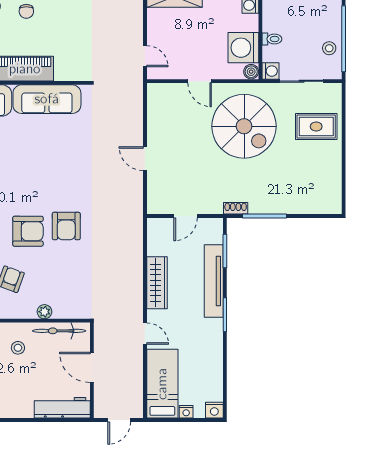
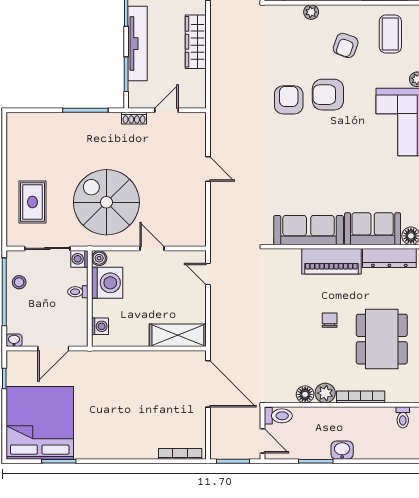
rug: (316, 126) -> (32, 202), turned 90
shoe rack: (236, 208) -> (134, 118), moved

